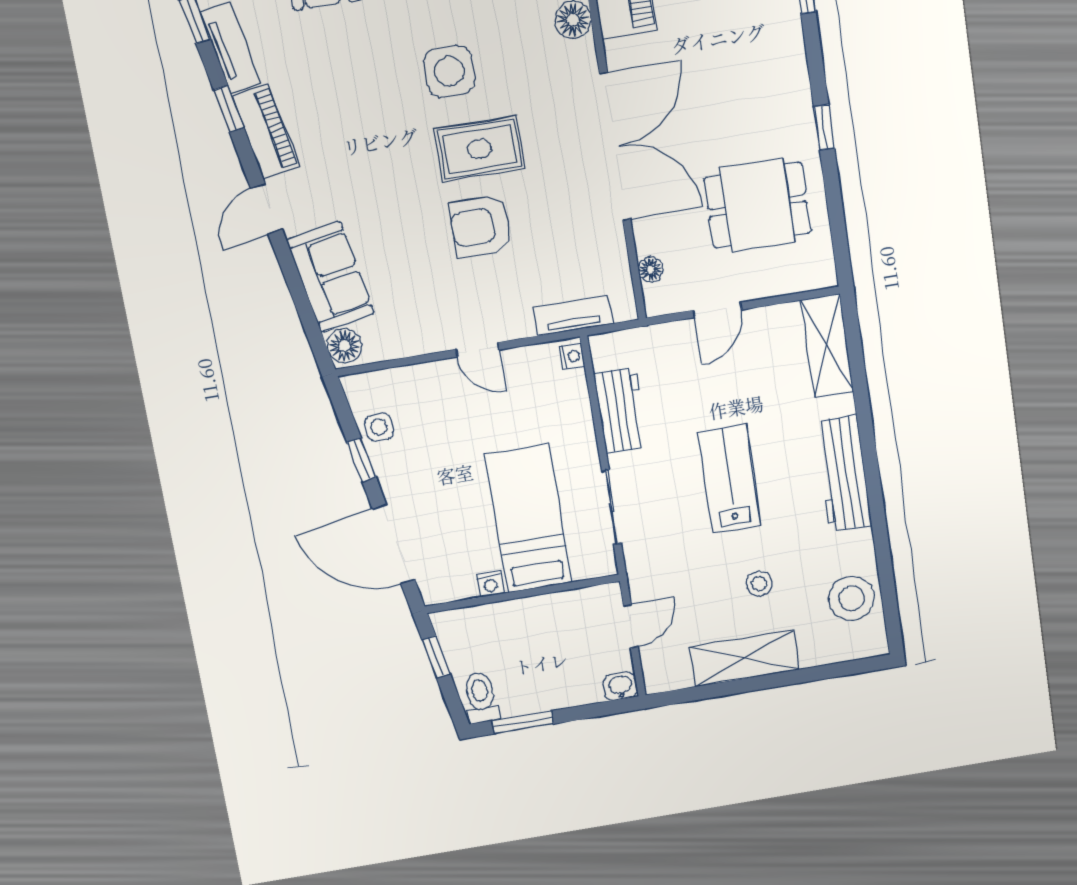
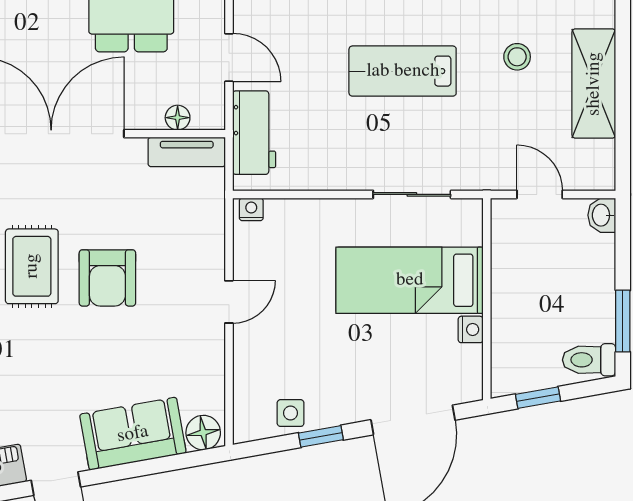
tv unit: (573, 315) -> (187, 152), moved, turned -90
workbench: (621, 410) -> (254, 133), moved, turned 90

